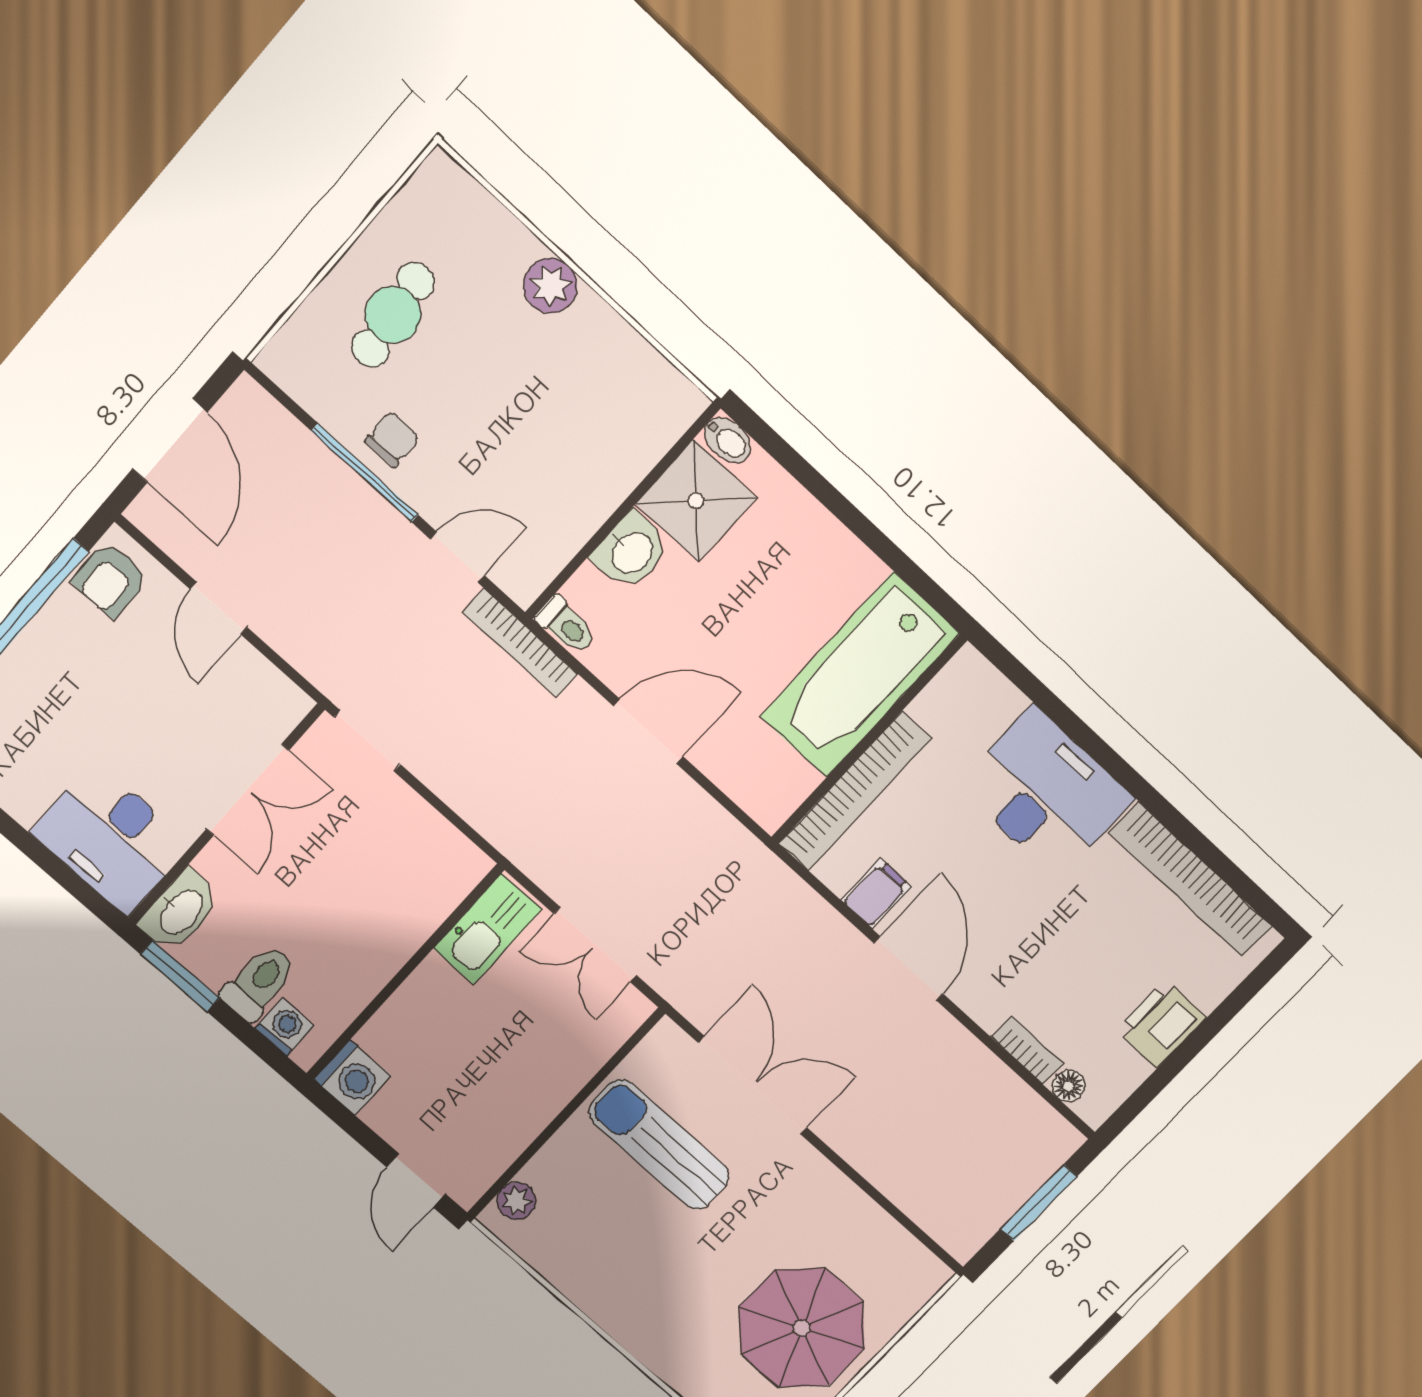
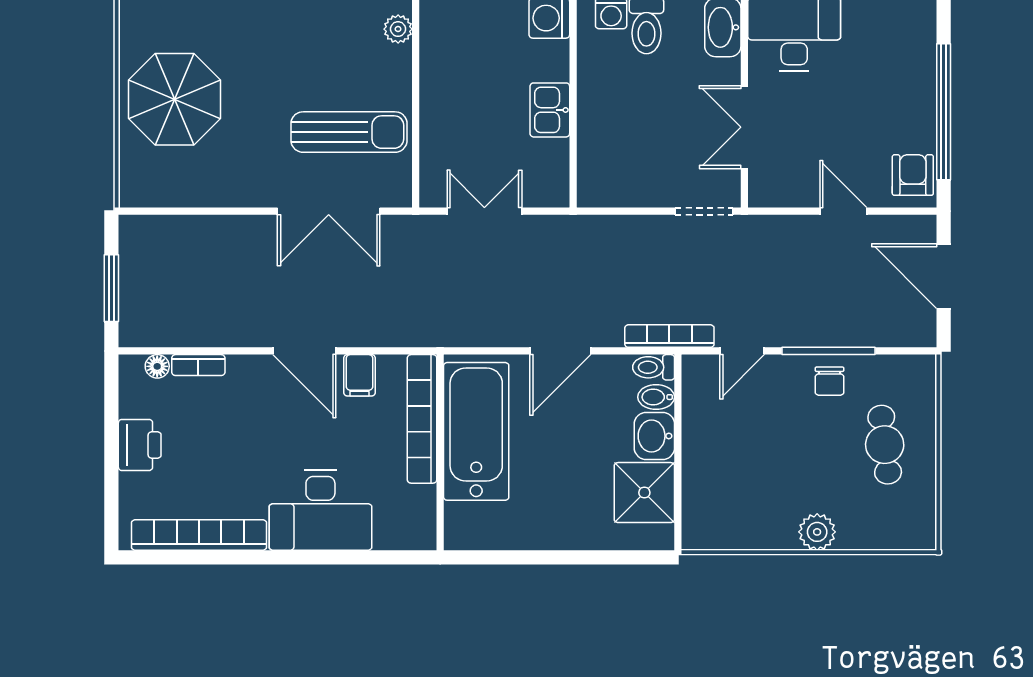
bidet: (728, 440) -> (656, 397), moved
bathtub: (860, 675) -> (476, 431), moved
kitchen sink: (488, 929) -> (550, 110), moved, width x0.73

